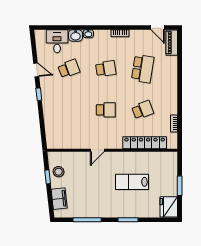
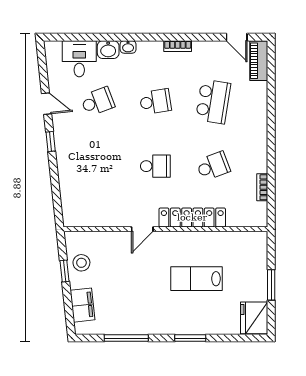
locker: (145, 143) -> (192, 217), moved

